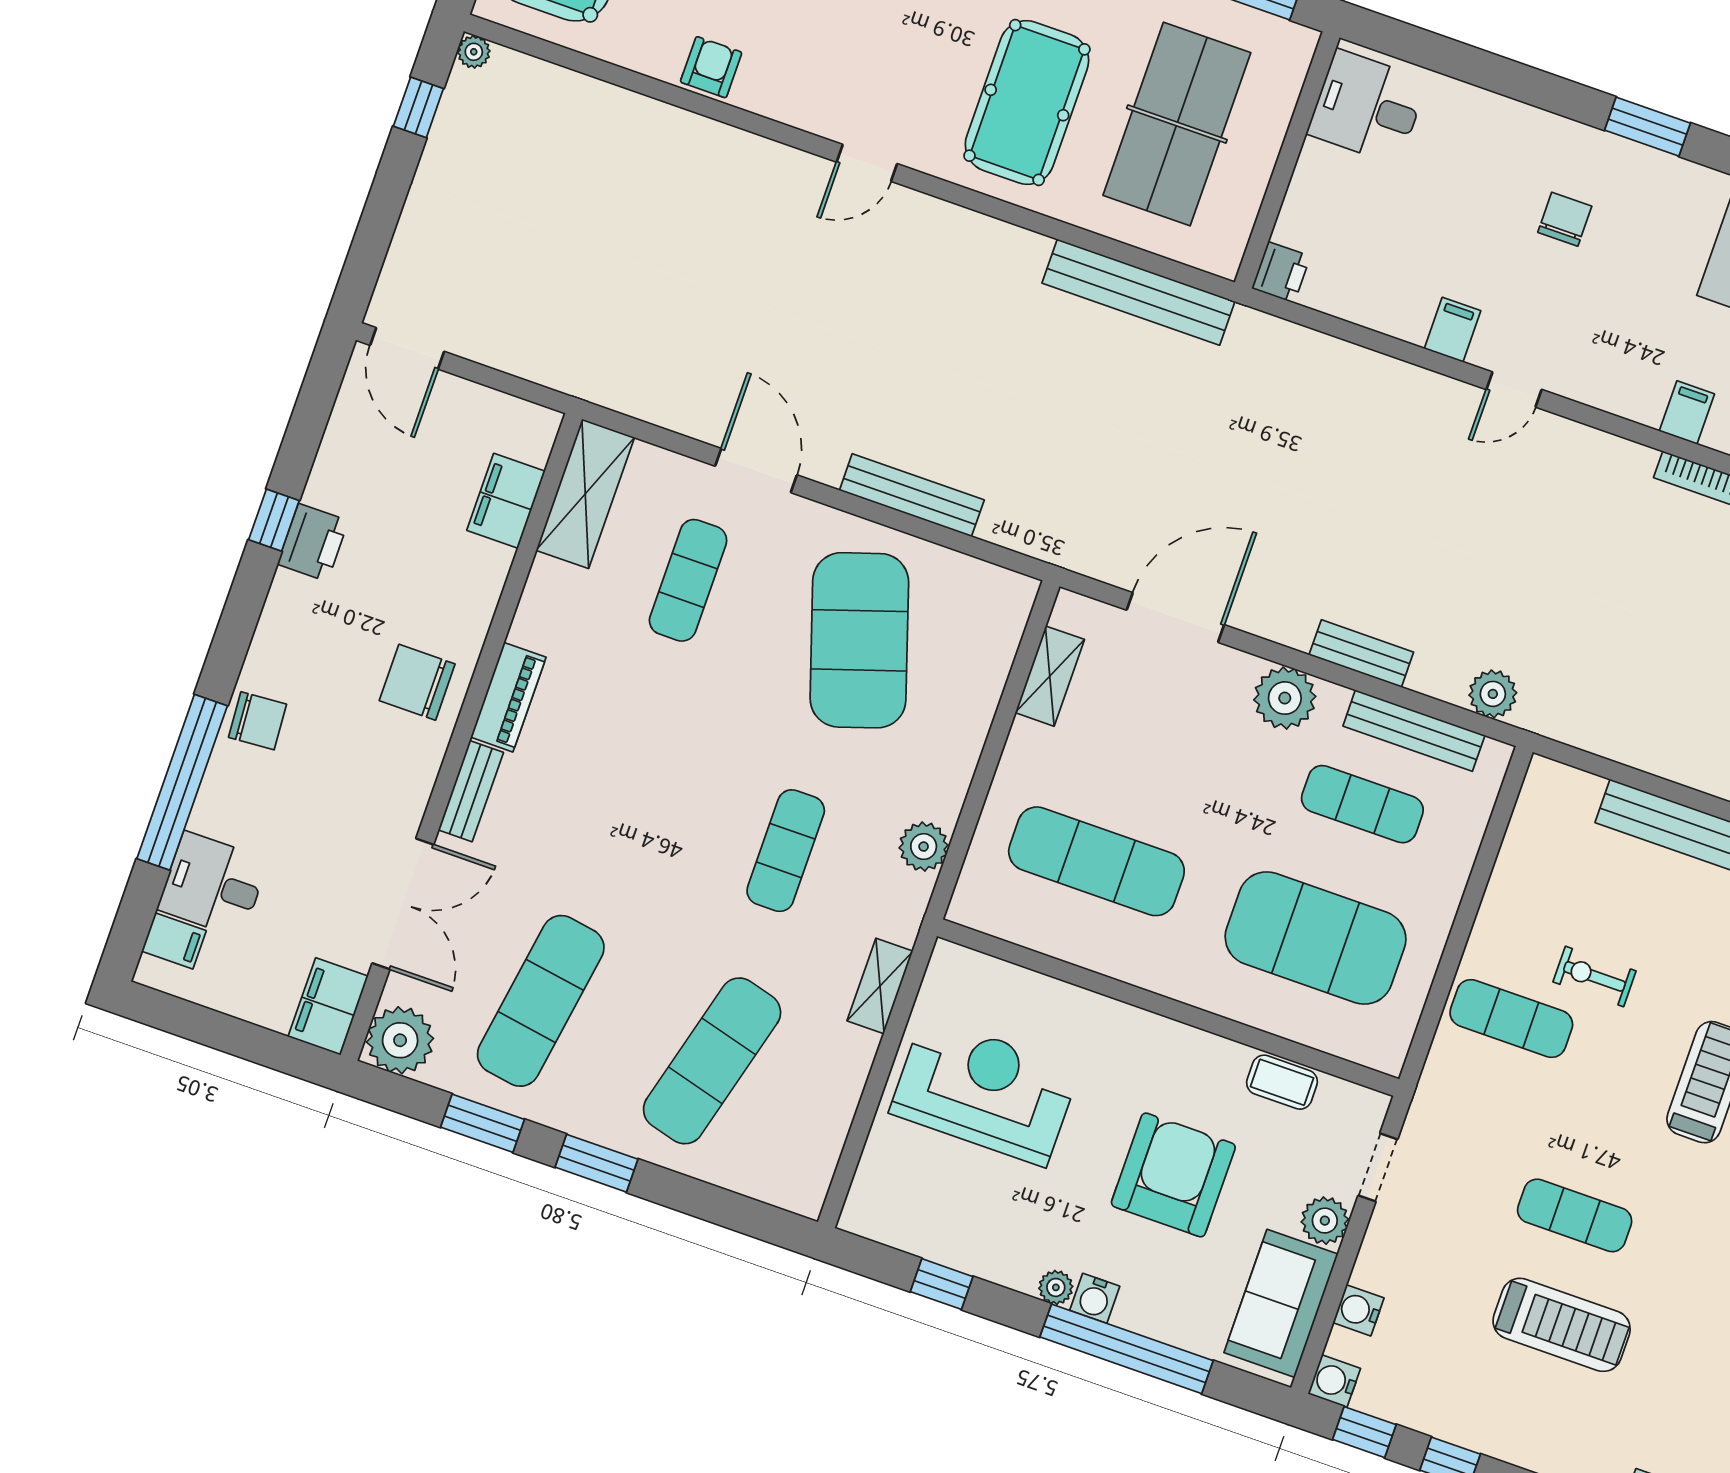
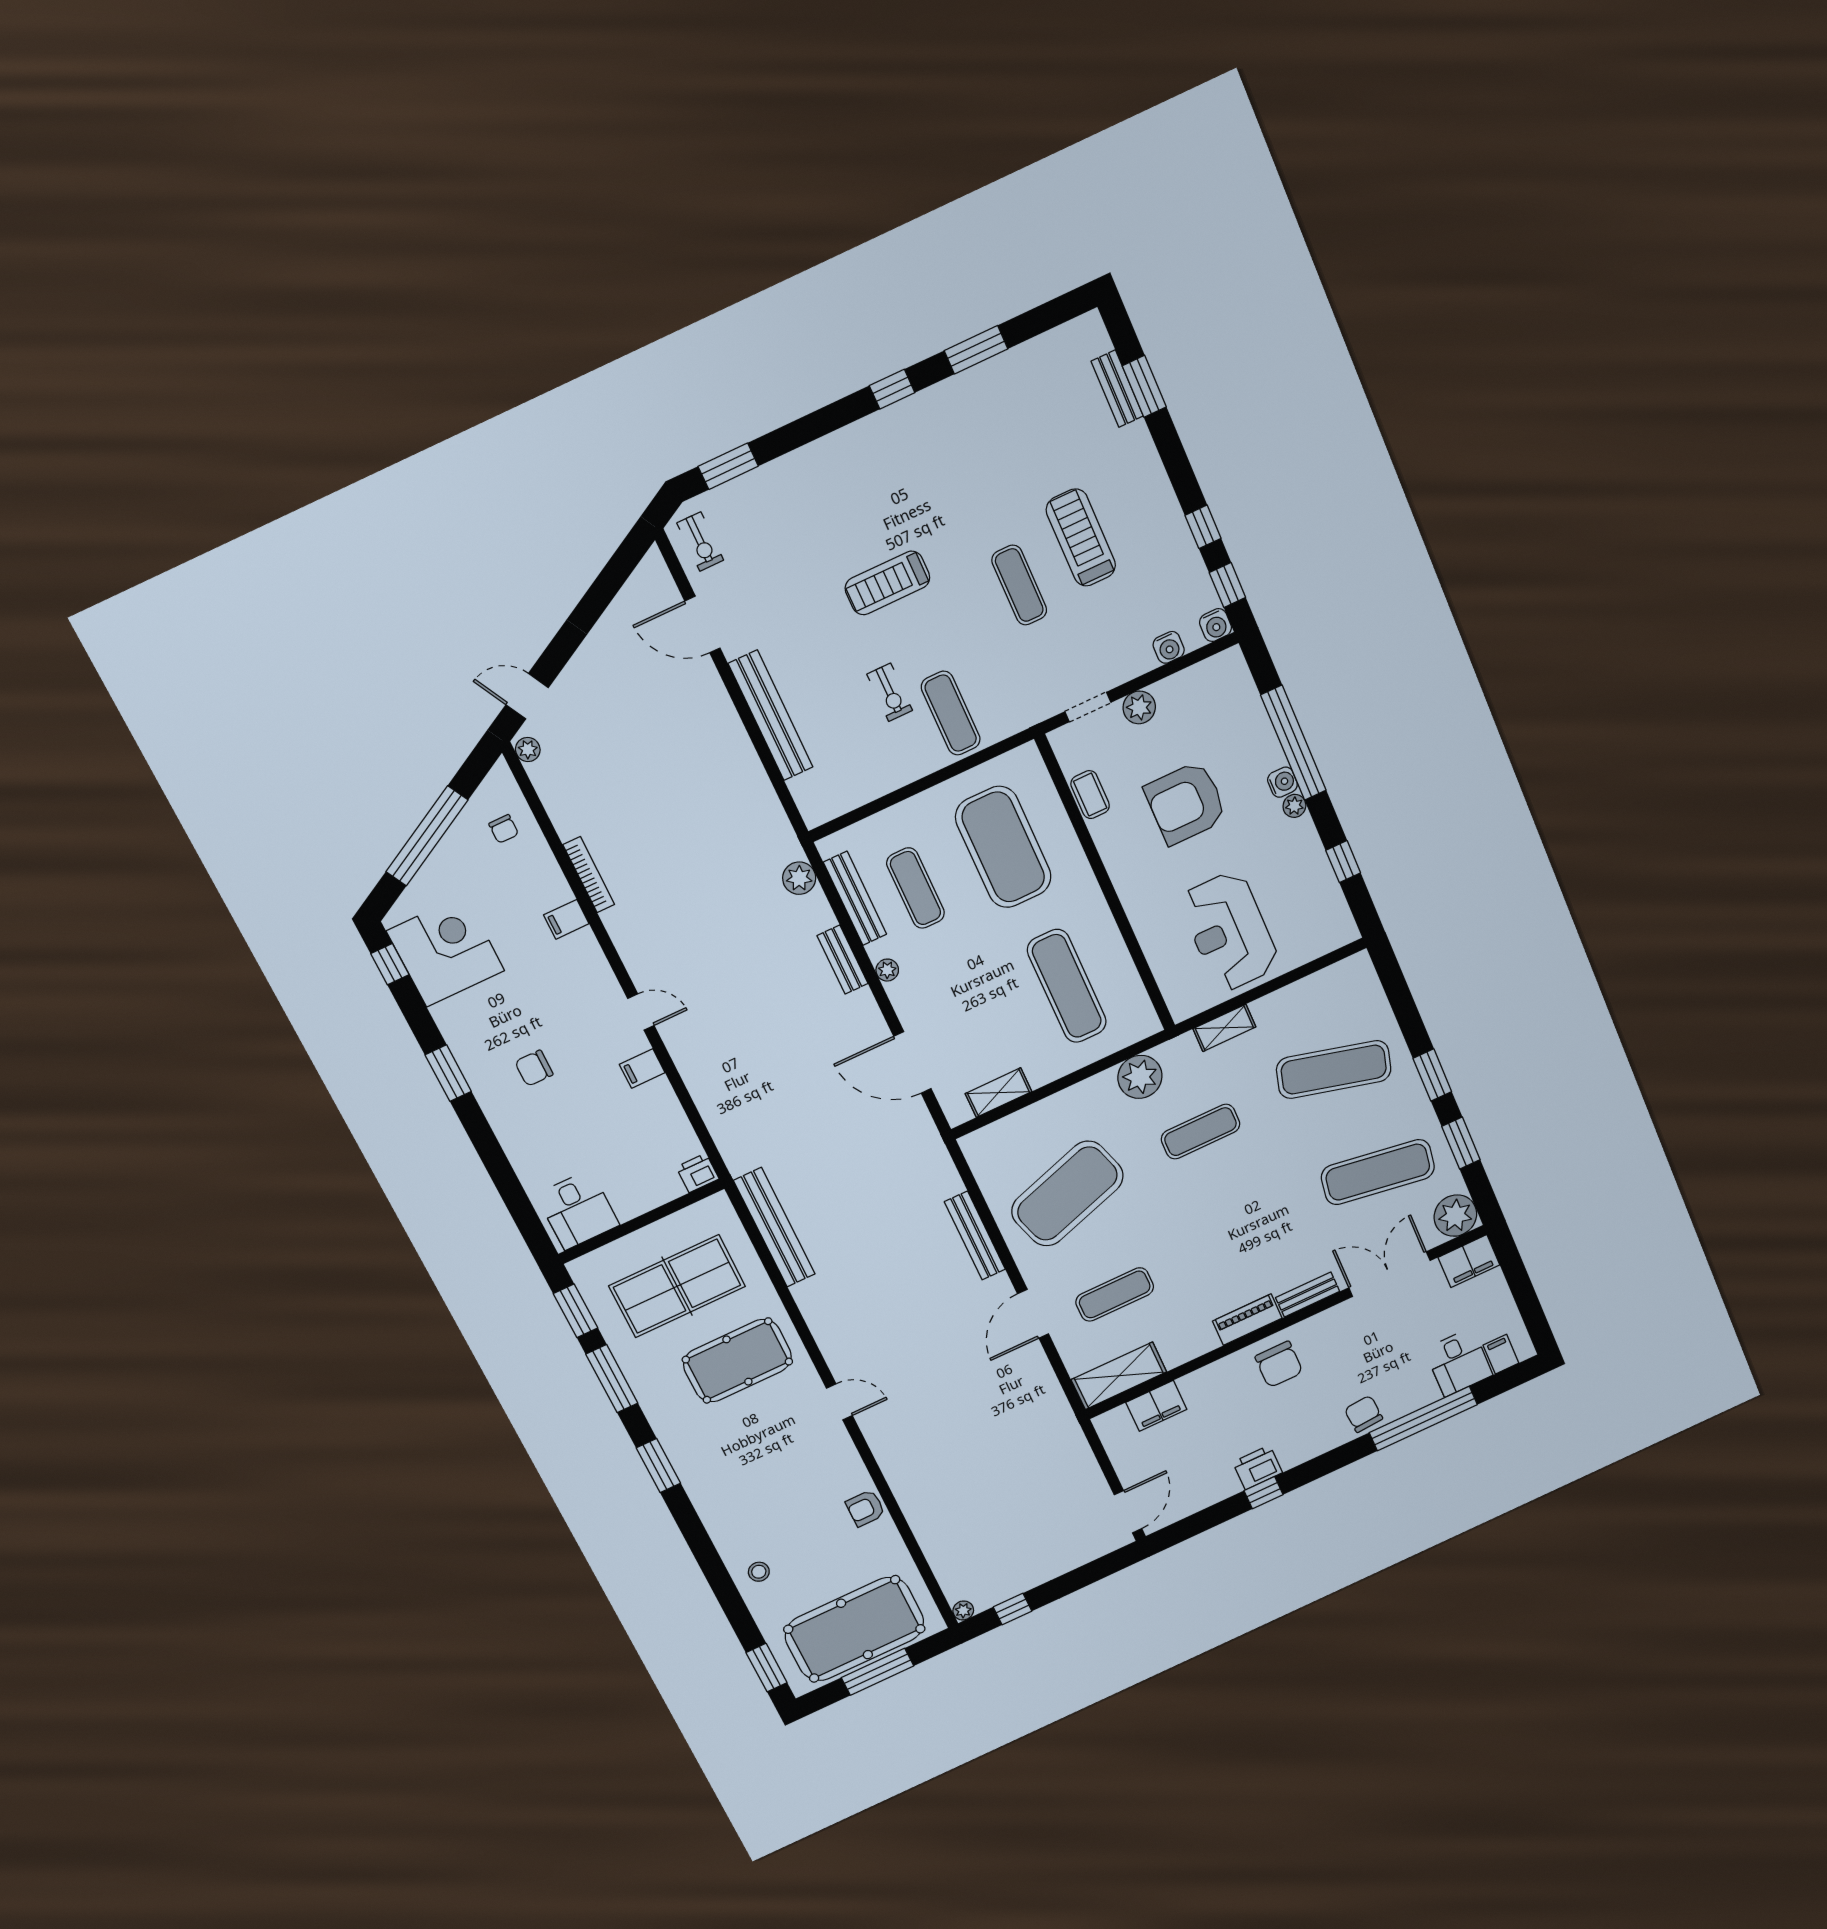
plant: (1285, 698) -> (887, 970), width x0.53, depth x0.53
plant: (924, 847) -> (1140, 1077), width x1.36, depth x1.36
sofa: (1281, 1303) -> (1201, 689), removed

